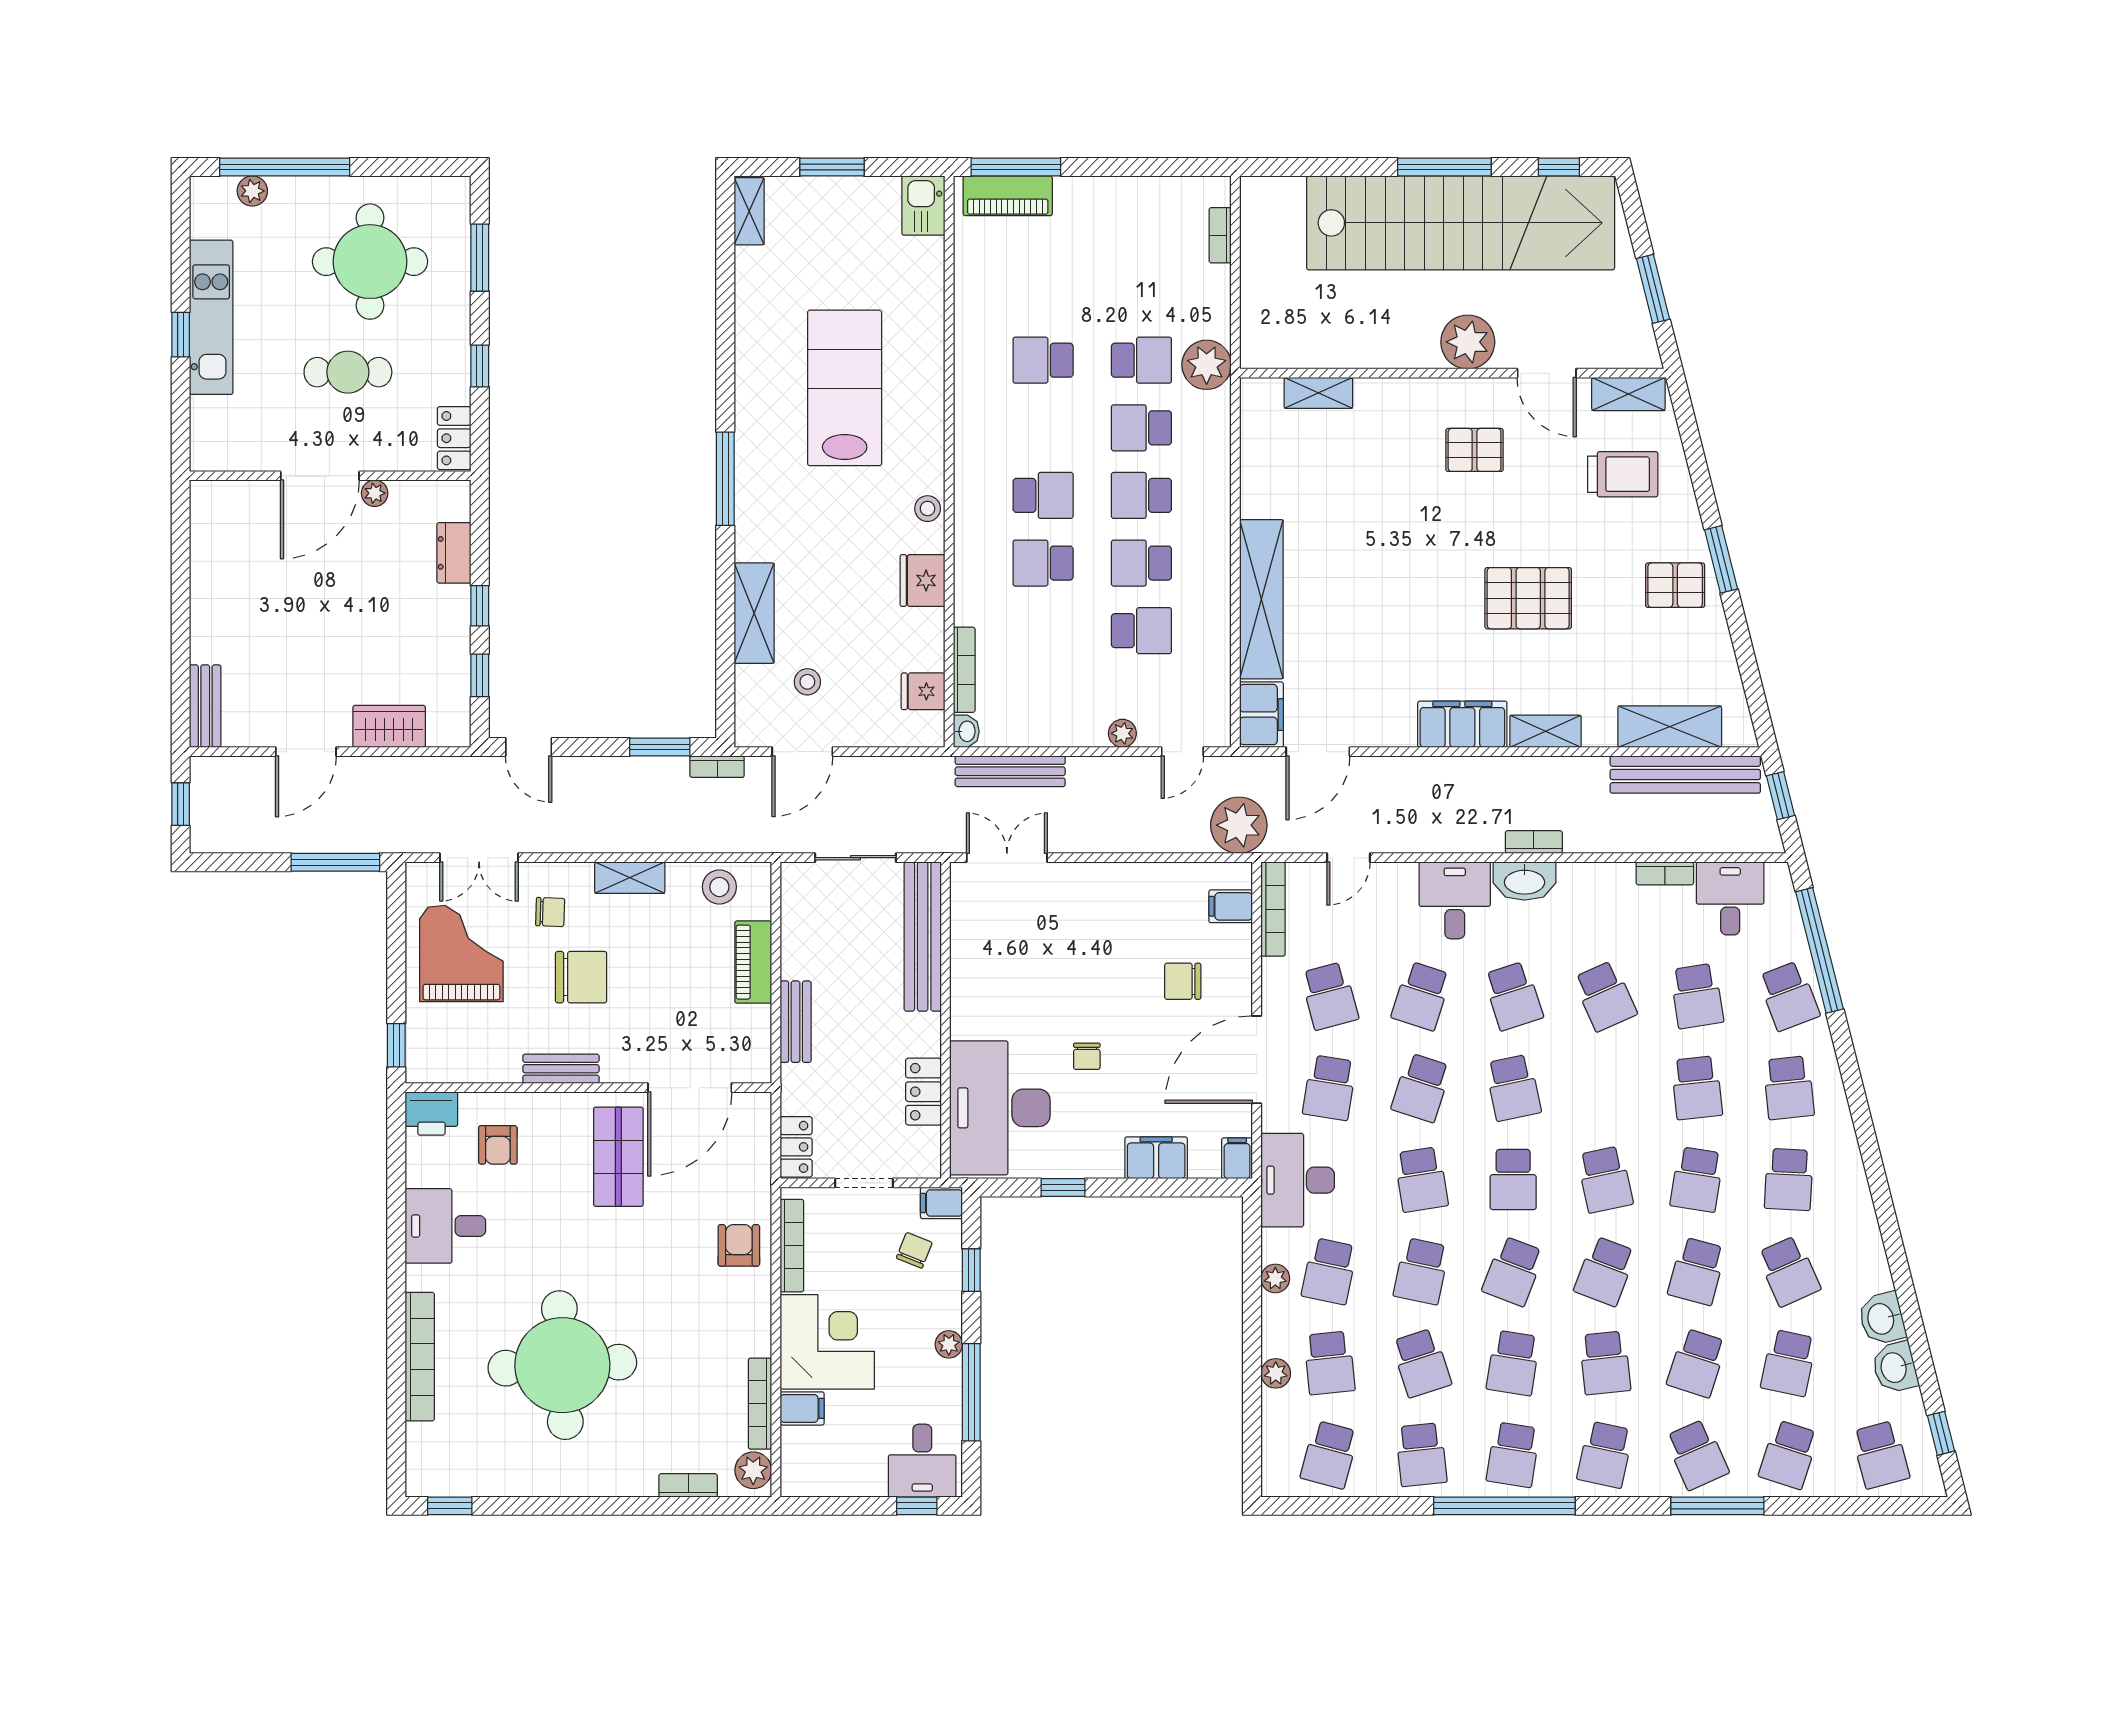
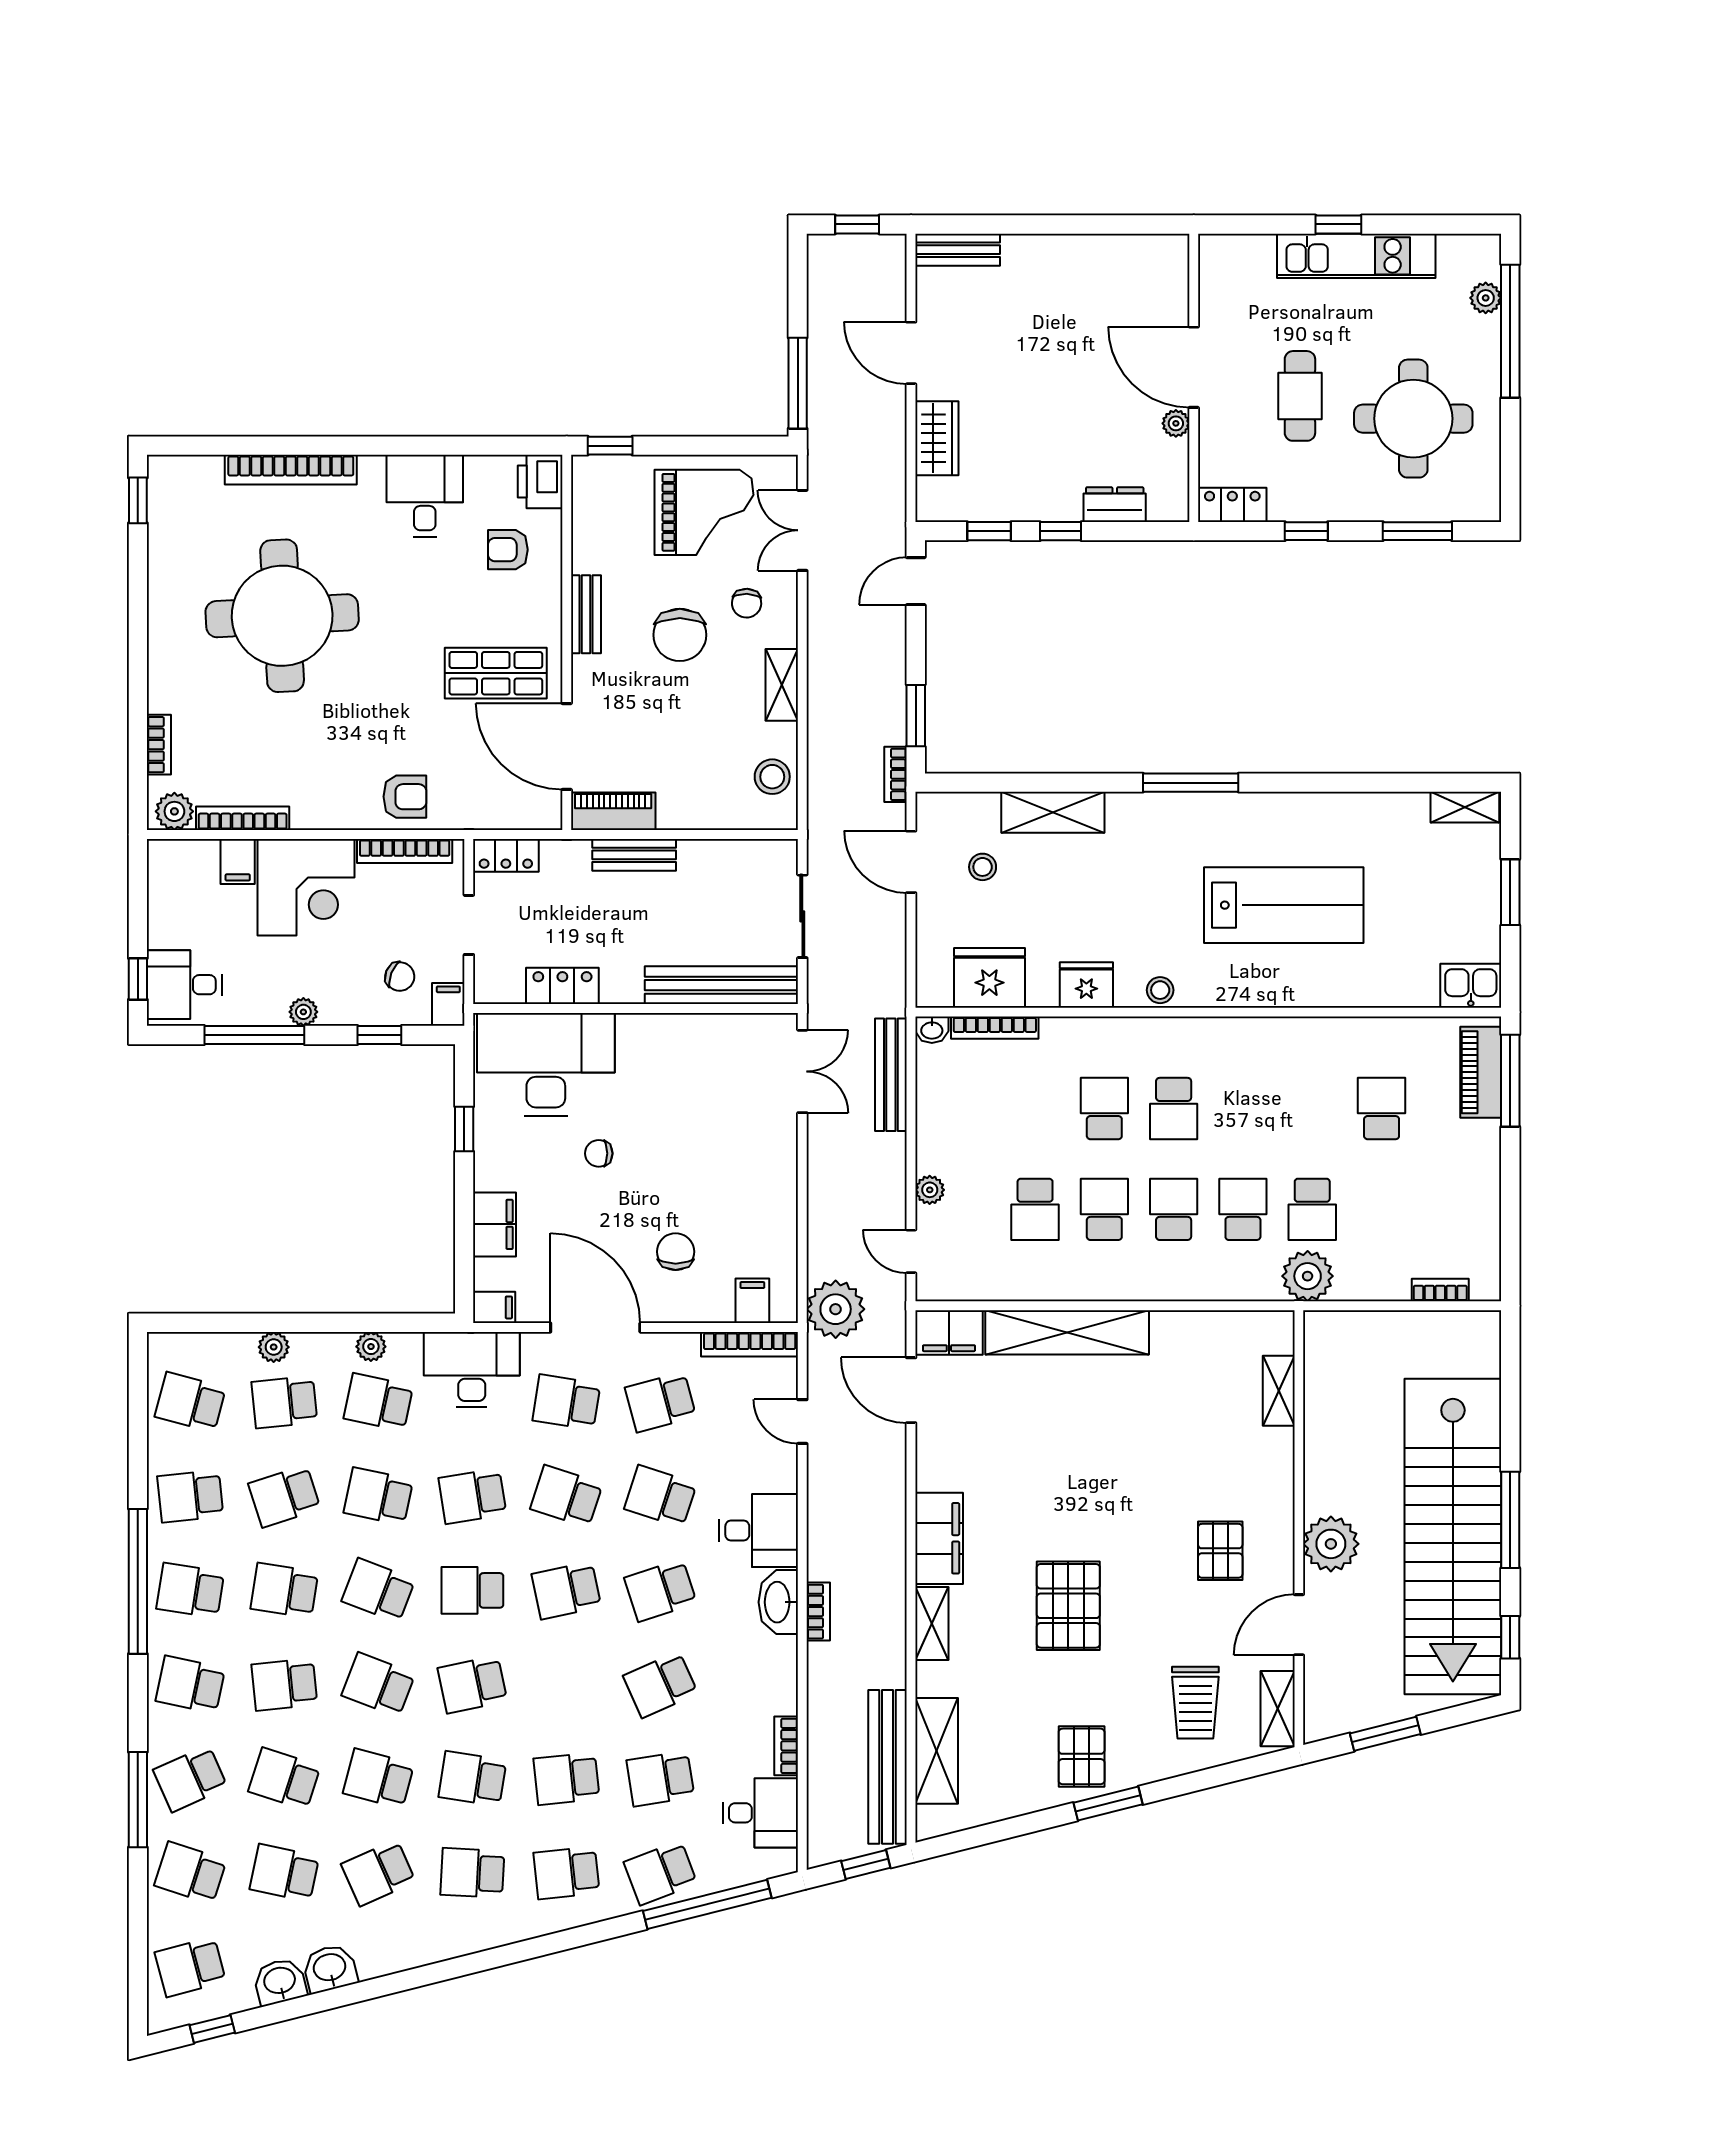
school desk: (1043, 360) -> (1382, 1109), moved
fridge: (923, 691) -> (989, 978), width x1.88, depth x1.34
piano: (753, 962) -> (613, 811), moved

